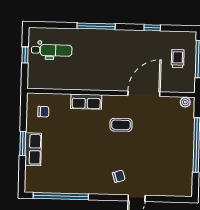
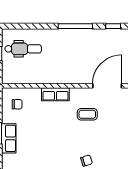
window: (96, 26) -> (75, 26), moved

